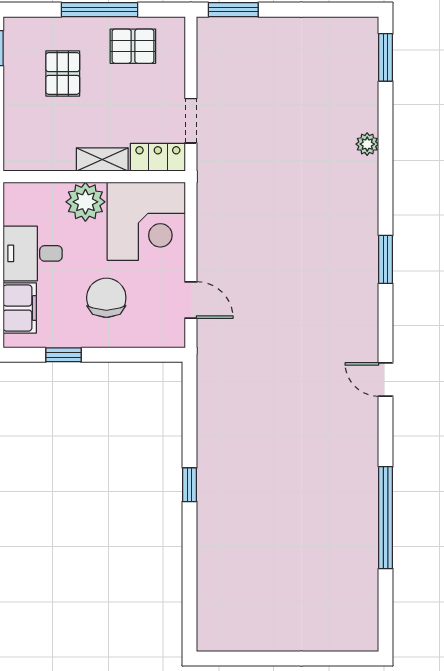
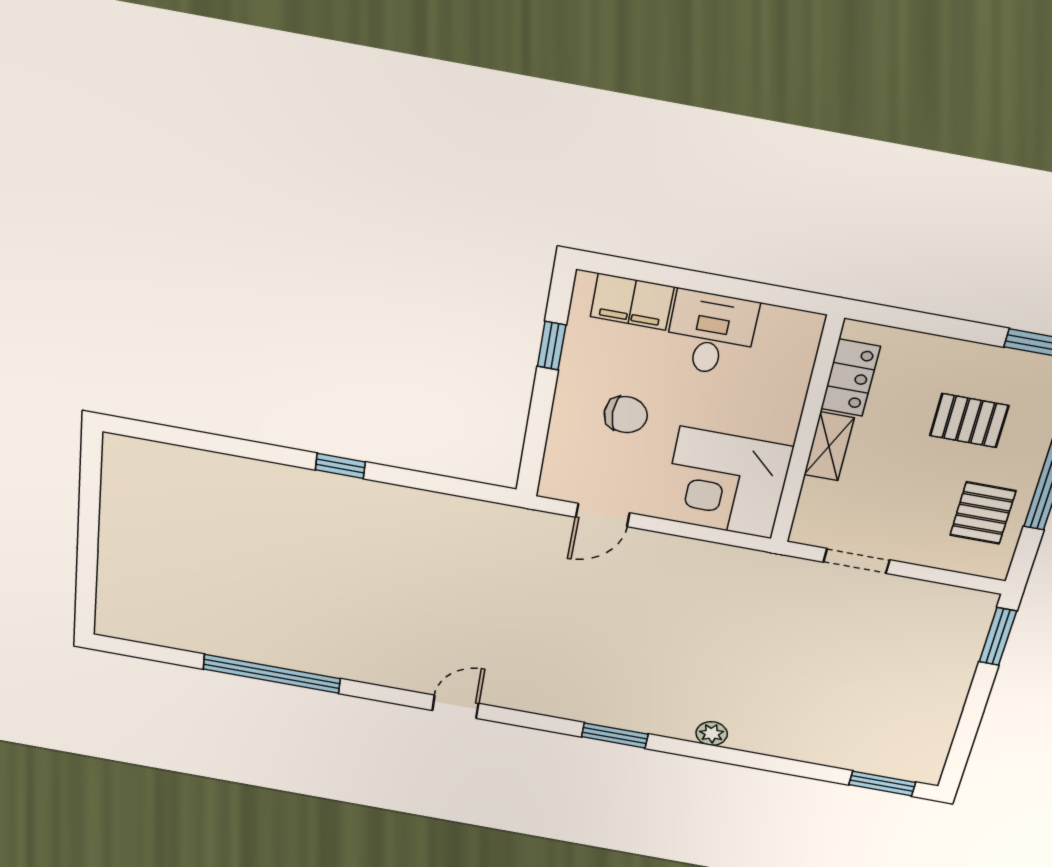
plant: (367, 144) -> (712, 734), moved
locker: (158, 157) -> (850, 378), moved
plant: (85, 202) -> (772, 414), removed
chair: (106, 298) -> (626, 415), width x0.73, depth x0.73

